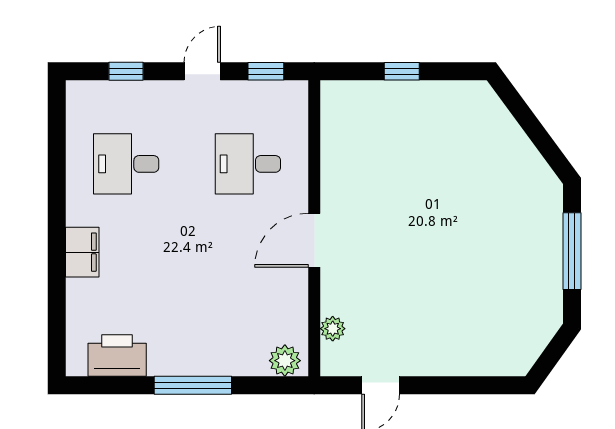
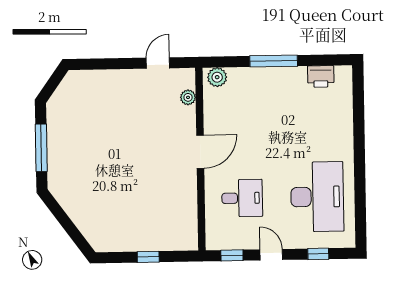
door: (202, 71) -> (271, 255), swing flipped
desk: (126, 164) -> (317, 197), width x1.87, depth x1.30
filing cabinet: (82, 252) -> (343, 142), removed
printer: (117, 356) -> (321, 76), width x0.73, depth x0.84

